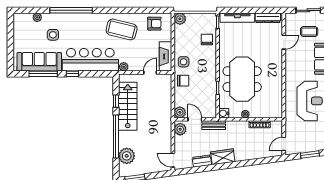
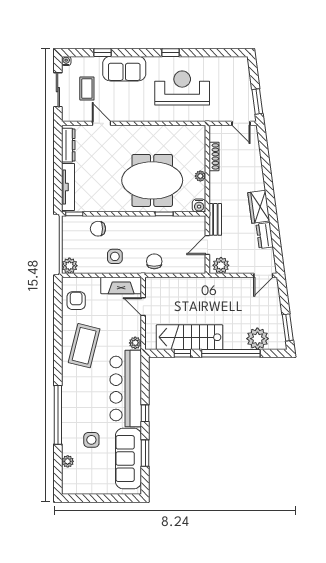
side table: (184, 62) -> (115, 256), moved
window: (43, 74) -> (145, 453), width x0.69
plant: (180, 112) -> (198, 266), removed
window: (310, 154) -> (257, 101), moved

